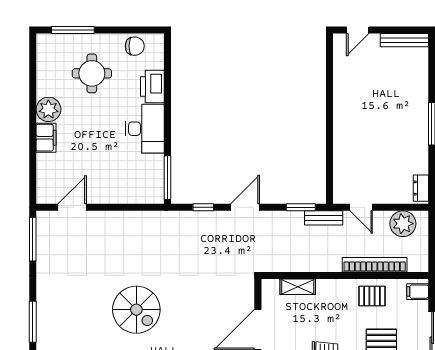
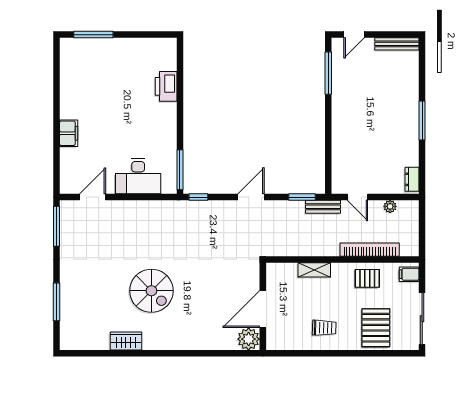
chair: (135, 46) -> (150, 49), removed
window: (329, 72) -> (328, 73), added
round table: (92, 73) -> (111, 74), removed
plant: (48, 109) -> (71, 107), removed
desk: (145, 129) -> (138, 176), moved, turned 90
window: (203, 207) -> (198, 197), moved
plant: (403, 224) -> (390, 206), width x0.53, depth x0.53
shelving: (298, 287) -> (314, 270), moved

